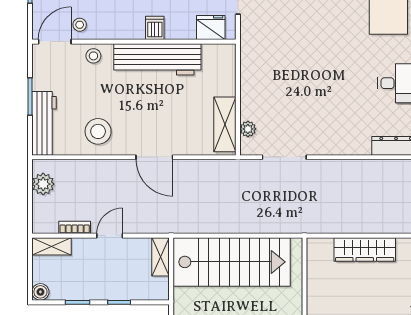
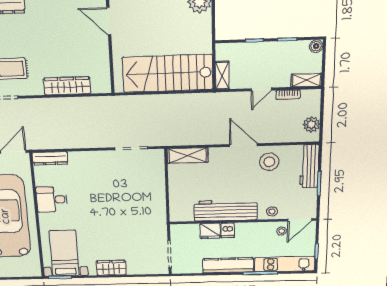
fridge: (211, 27) -> (210, 231), moved
shelving: (225, 124) -> (188, 155), moved, turned 90
plant: (248, 129) -> (159, 167), removed
door: (154, 157) -> (243, 145), moved

